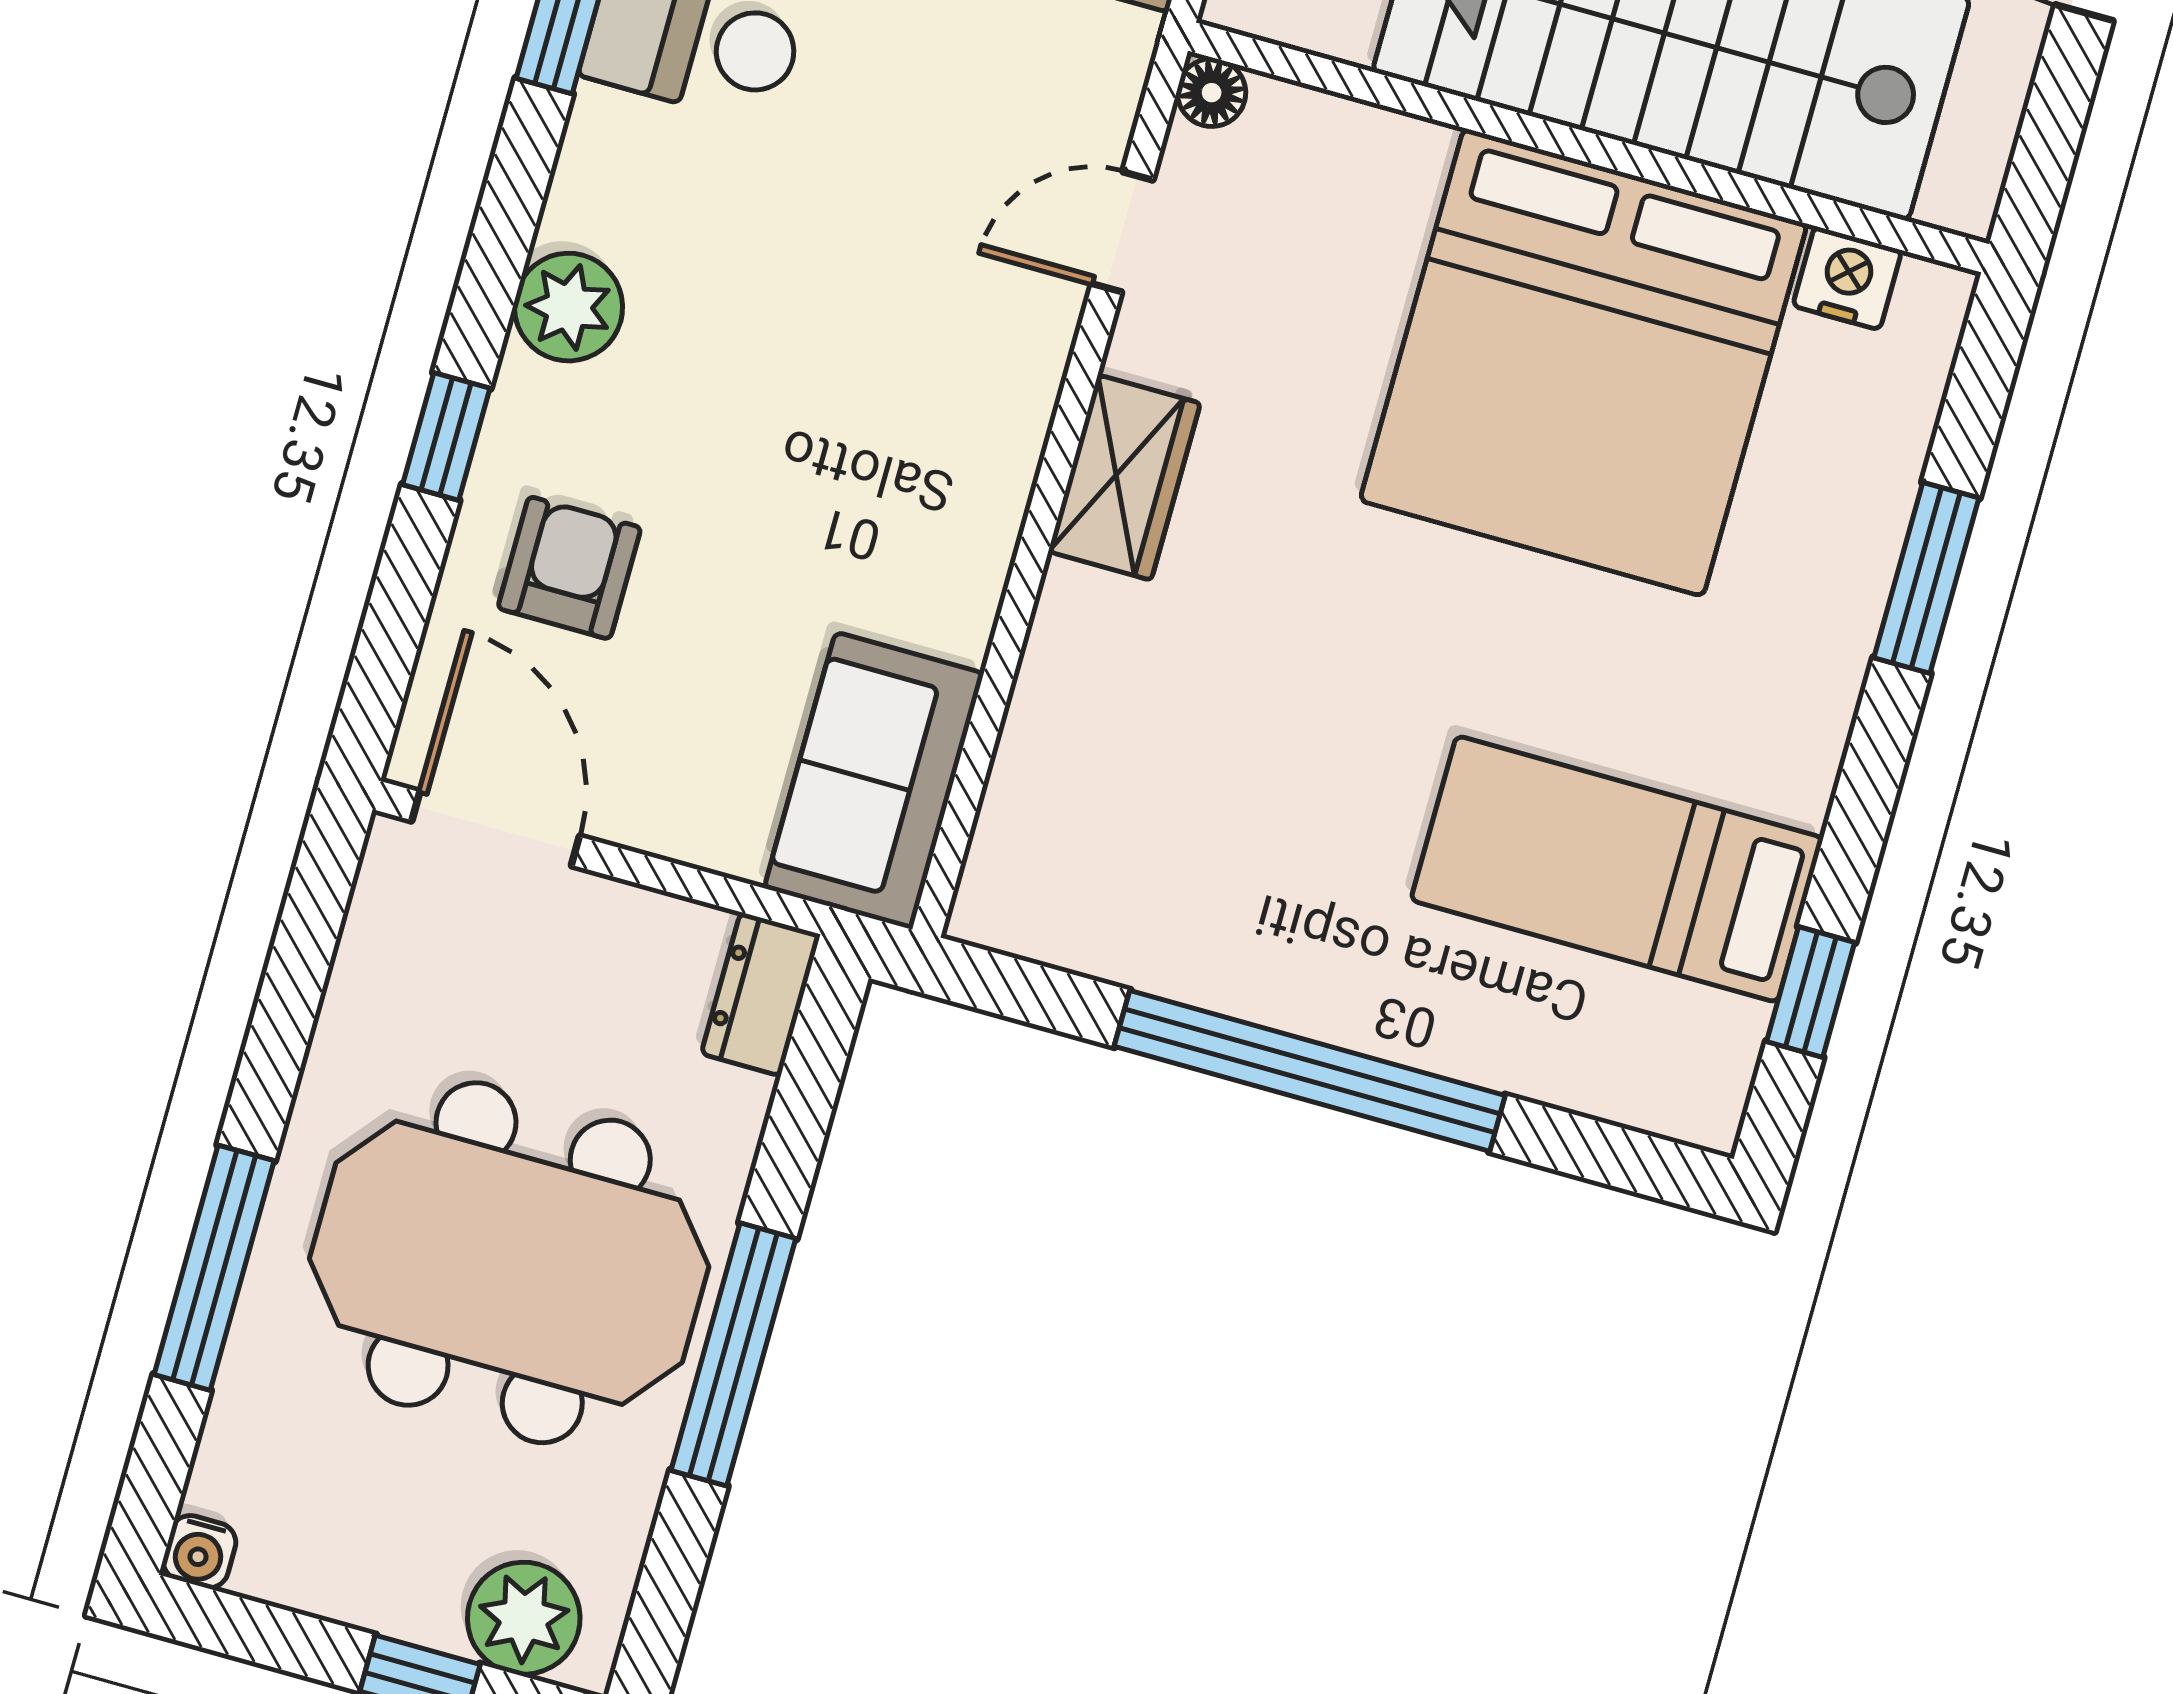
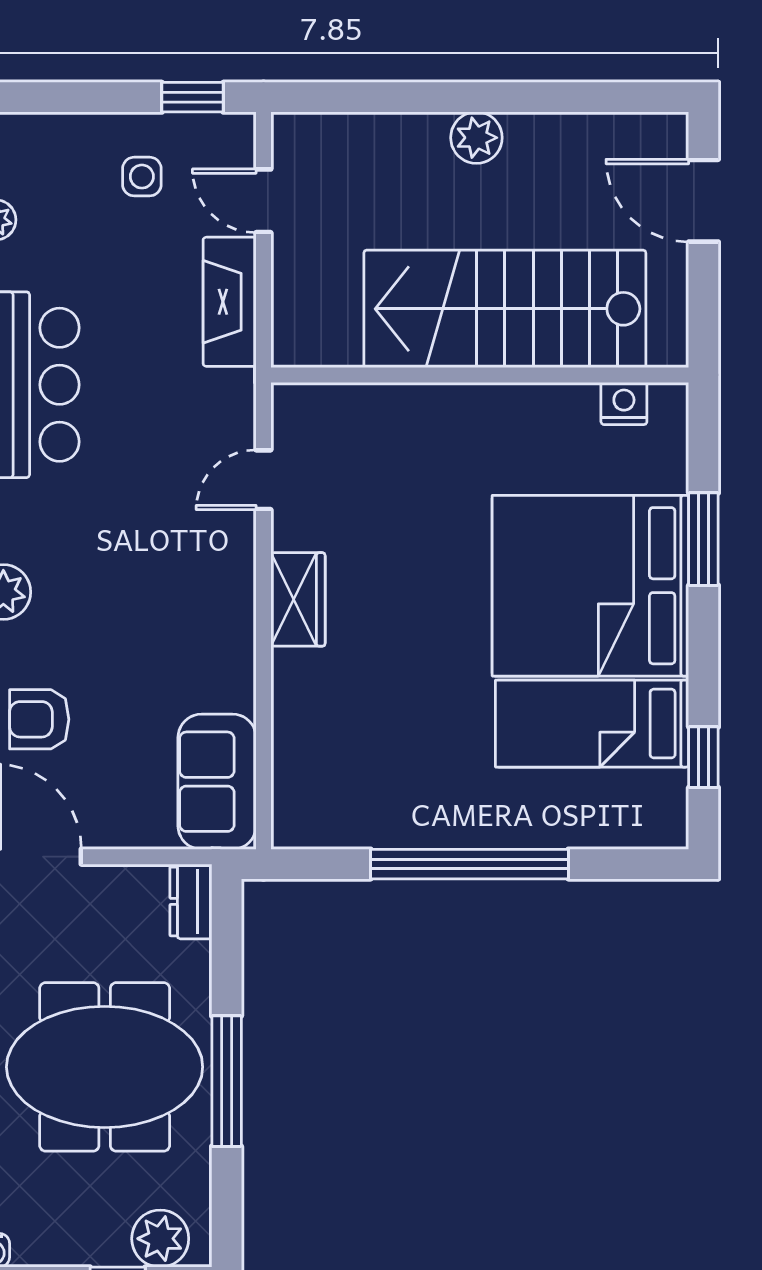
floor lamp: (1212, 93) -> (288, 400), removed
bed: (1584, 362) -> (590, 586), moved, turned 90
armchair: (569, 568) -> (39, 719), turned -90

